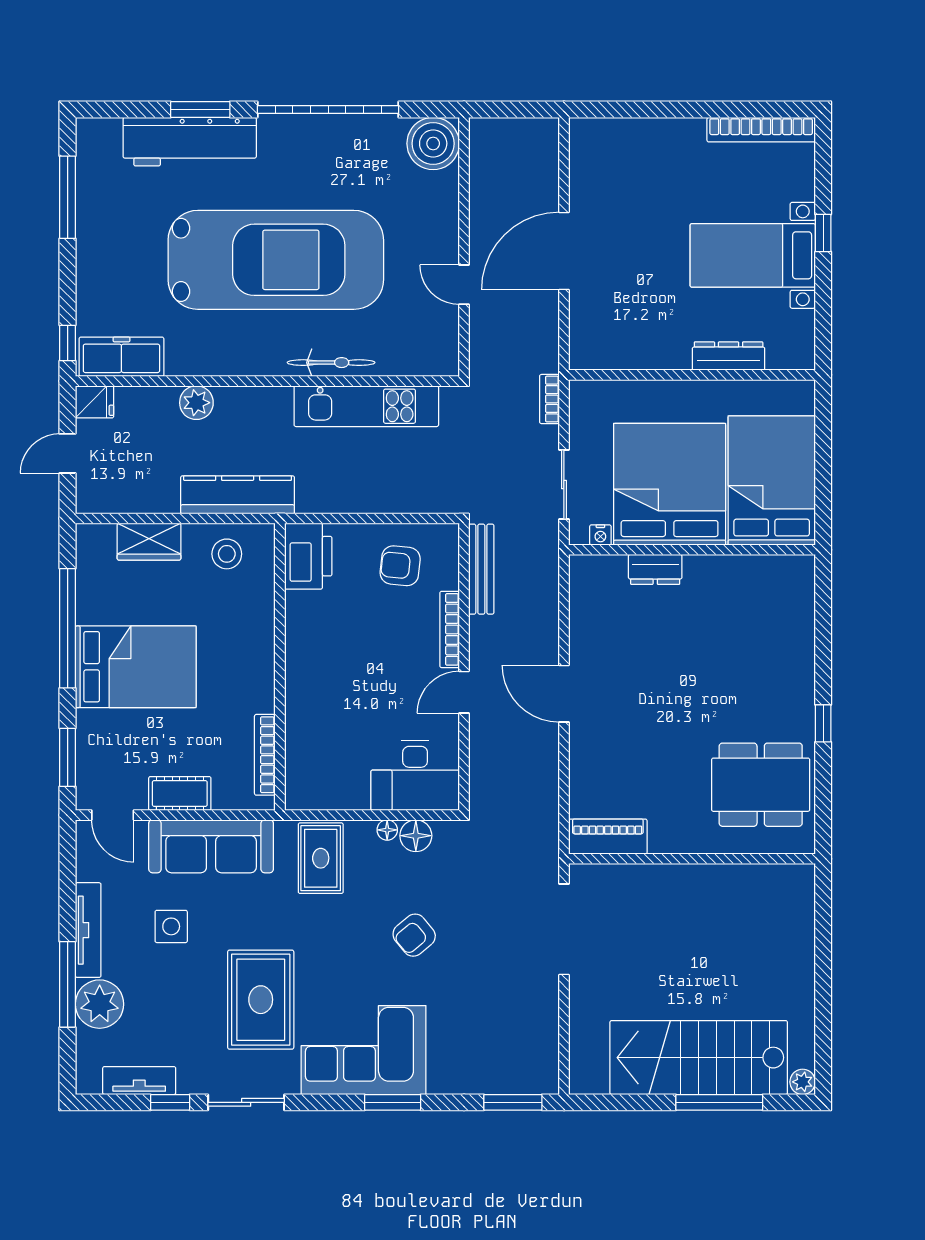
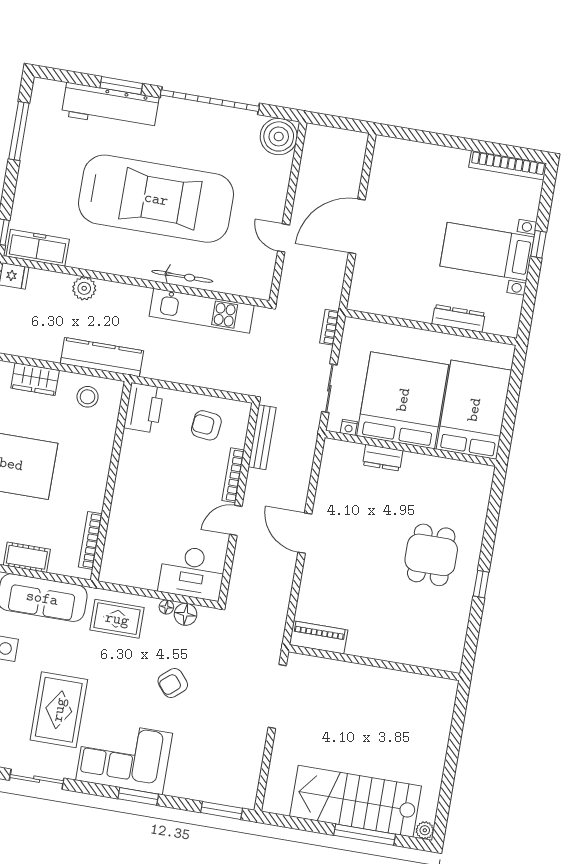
dining table: (761, 785) -> (431, 555), moved, width x0.73
rug: (321, 858) -> (117, 619), turned 90

